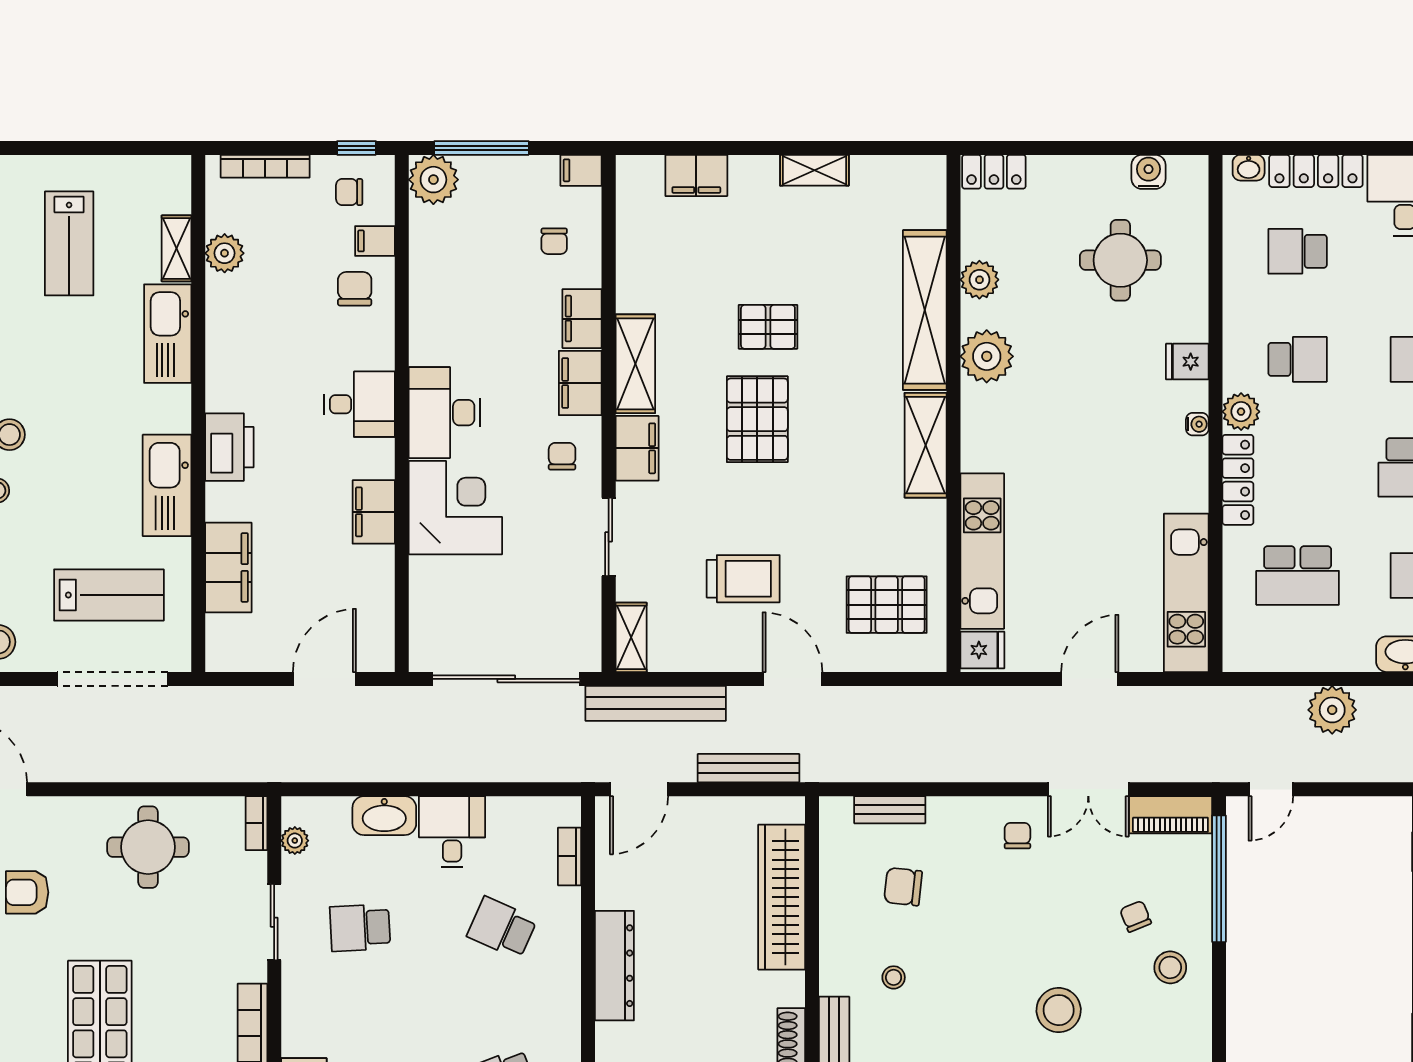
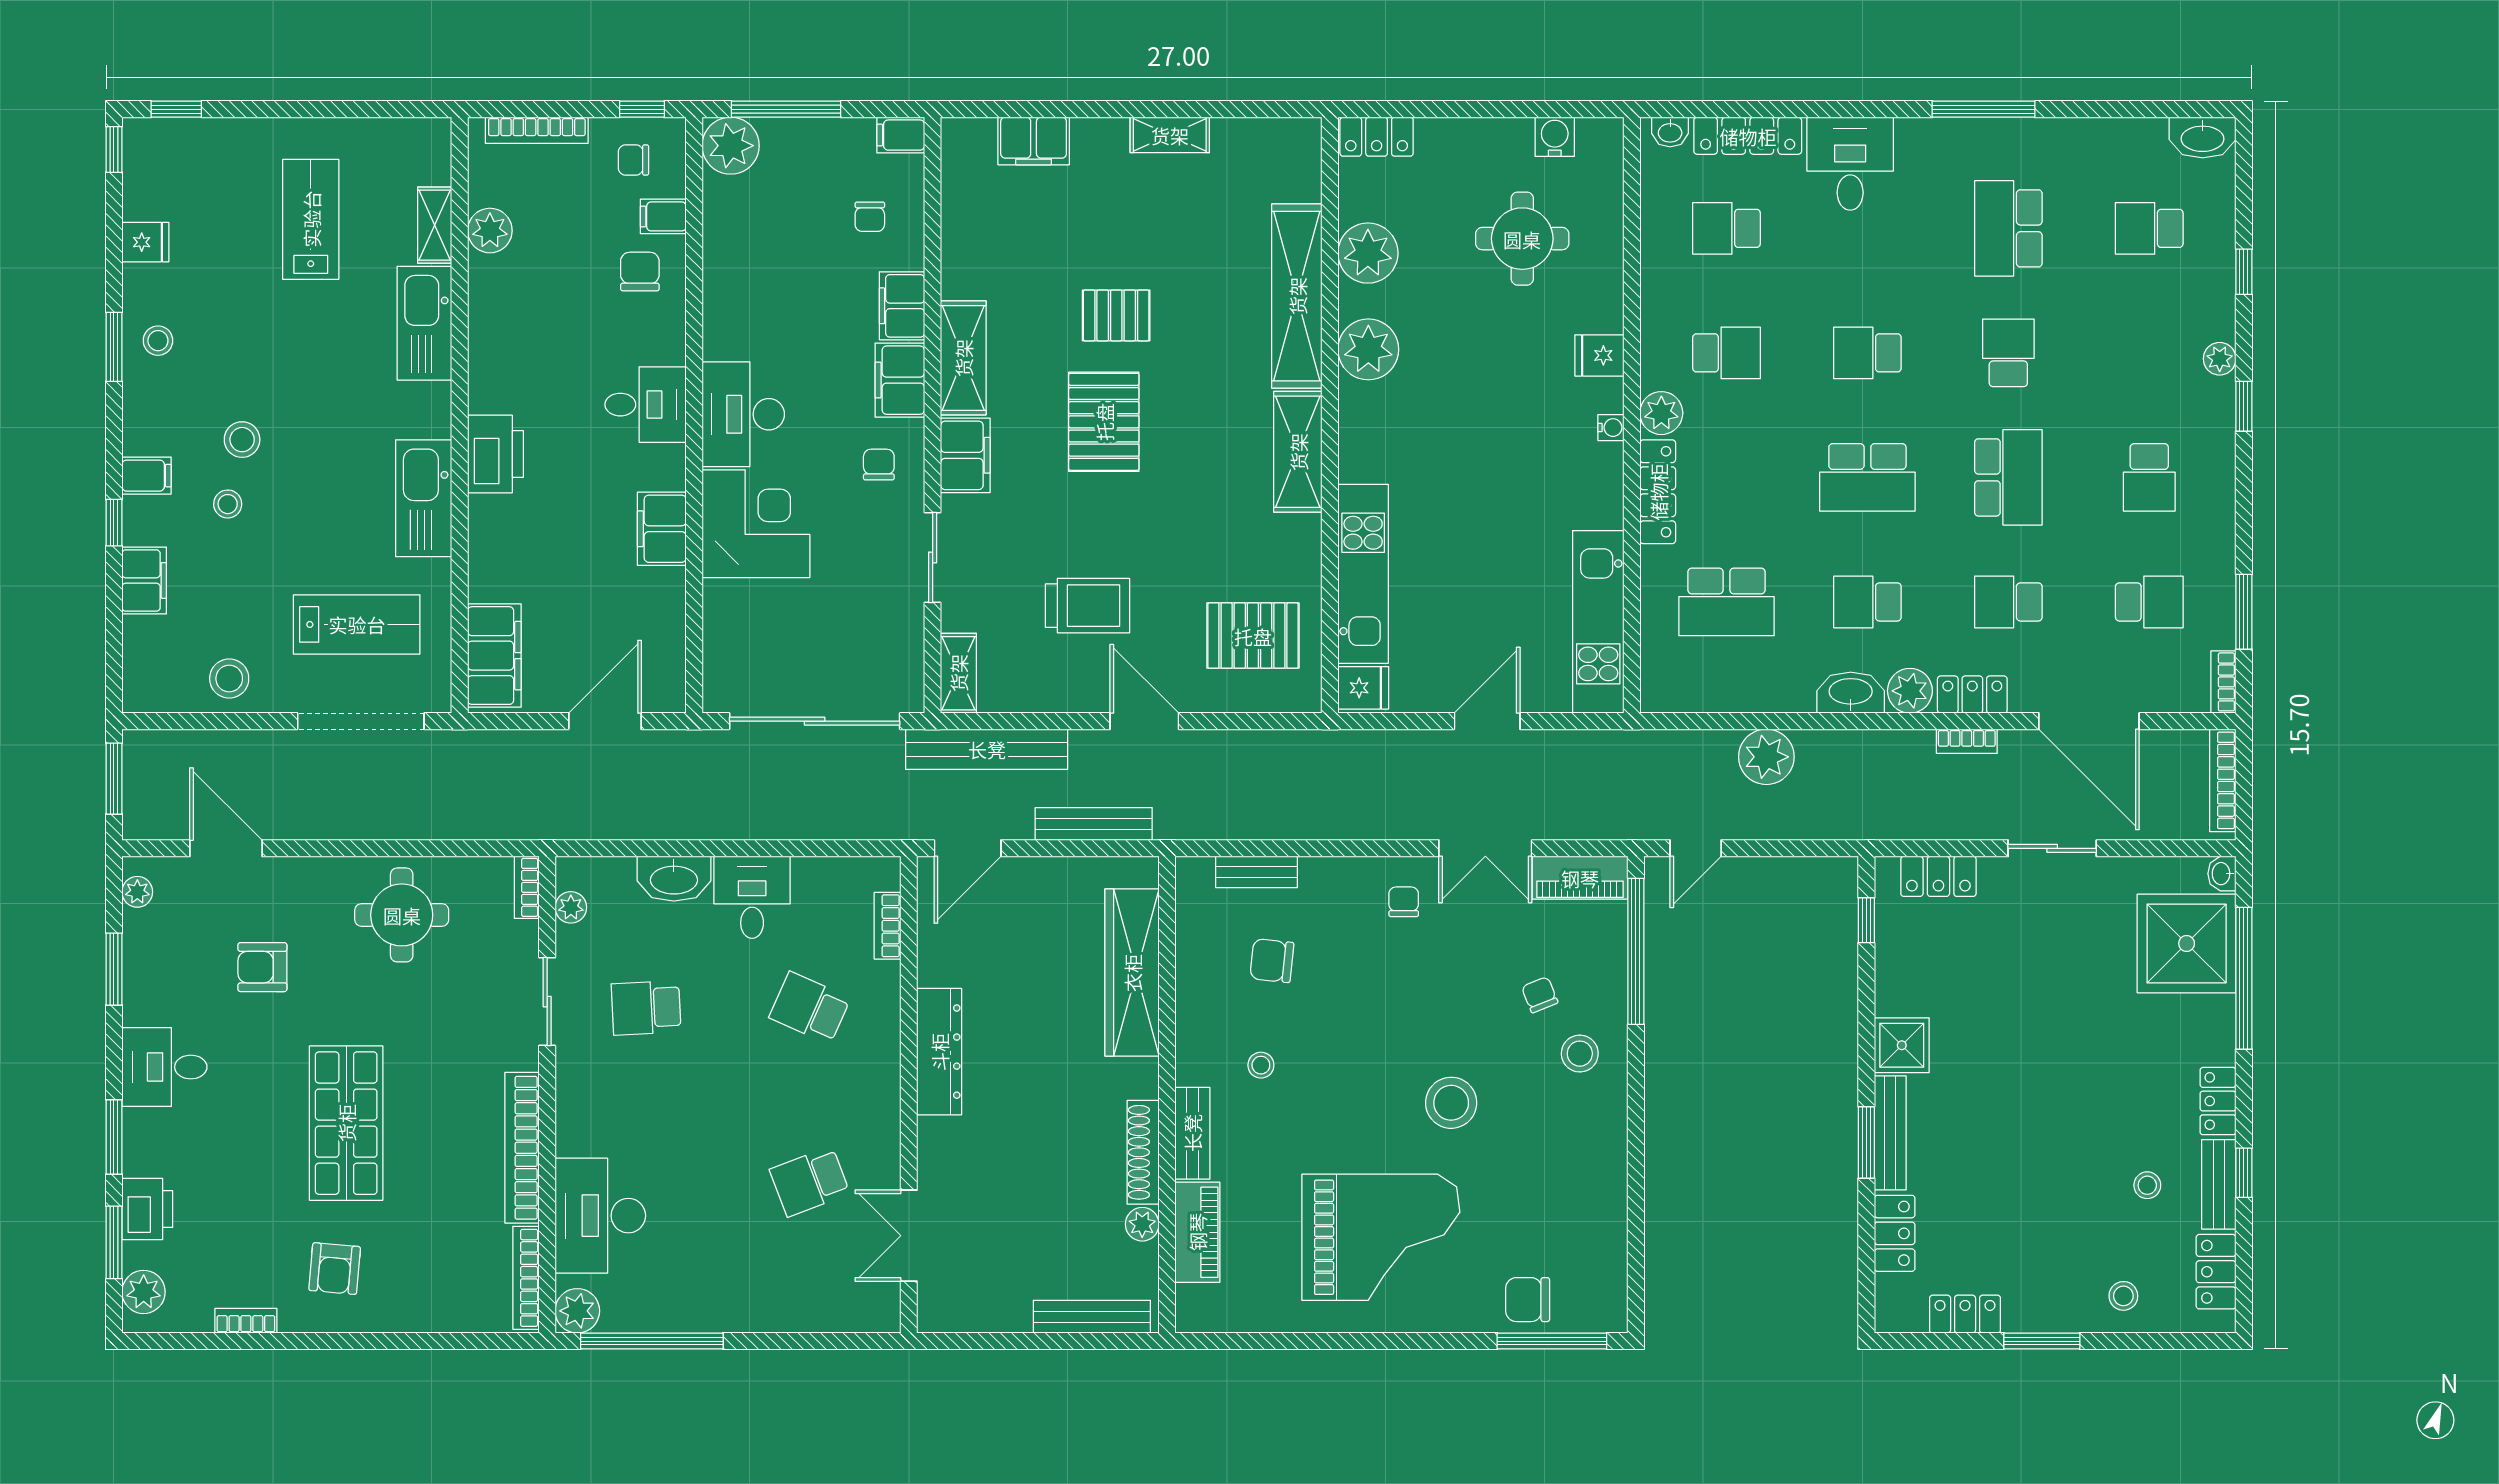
lab bench: (69, 243) -> (311, 219), turned 180
plant: (979, 280) -> (1368, 253), width x1.36, depth x1.36
filing cabinet: (228, 567) -> (494, 656), moved

